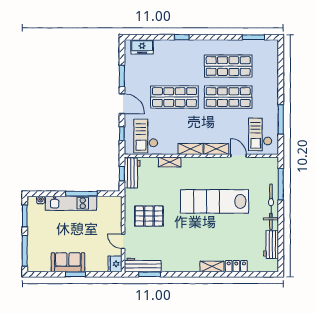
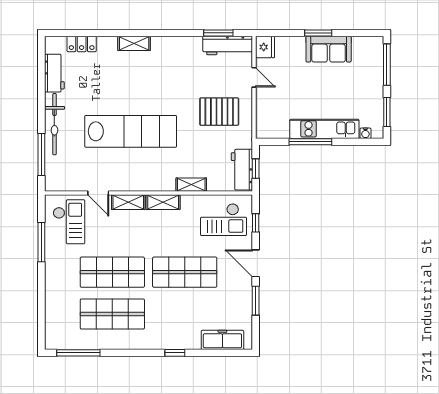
window: (253, 37) -> (78, 353), width x1.44
freezer: (142, 47) -> (222, 340), width x1.40
checkout: (146, 136) -> (223, 220), turned 90
locker: (236, 266) -> (82, 44), moved

